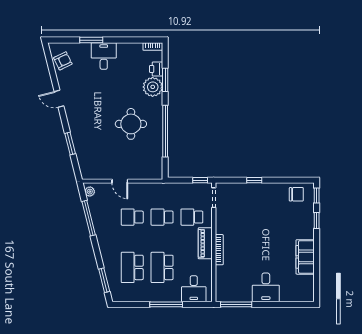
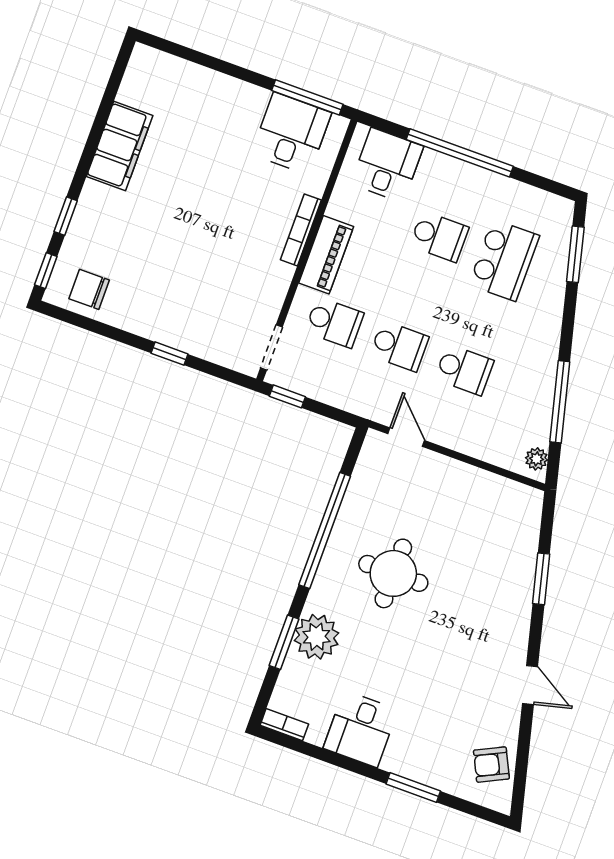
desk: (104, 56) -> (361, 729), moved
printer: (156, 69) -> (295, 673), removed
door: (120, 181) -> (406, 437), moved
school desk: (162, 267) -> (439, 237), width x0.54
desk: (266, 287) -> (291, 133), moved
window: (166, 304) -> (460, 153), width x1.46

